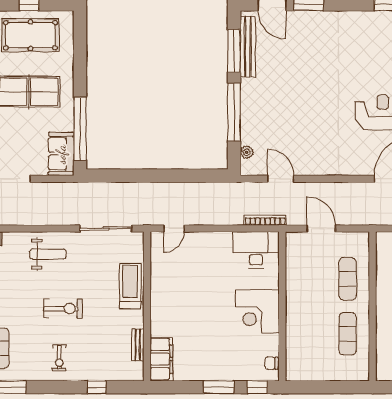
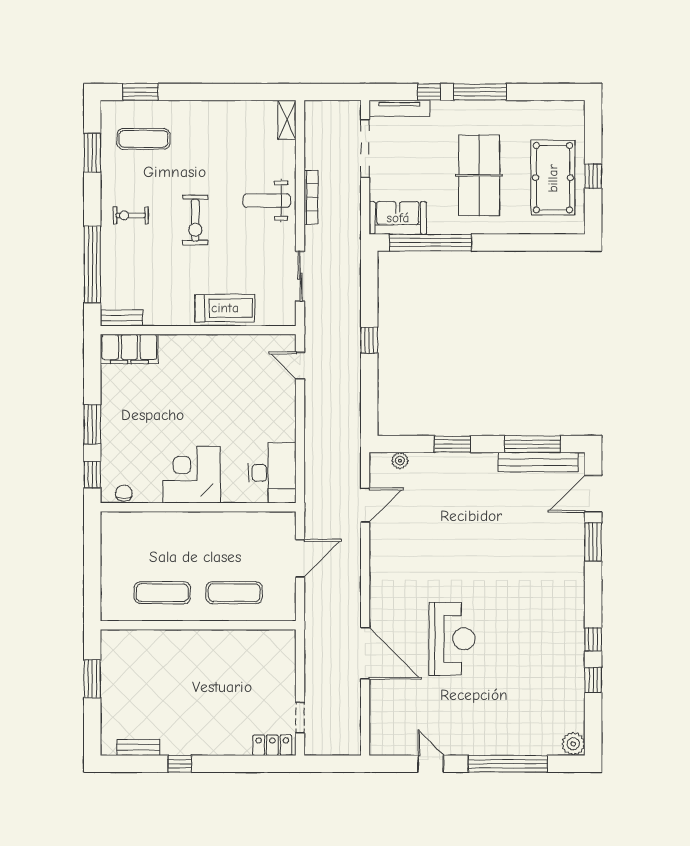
window: (234, 112) -> (452, 444), width x0.47
window: (155, 176) -> (369, 340), added
bookcase: (265, 220) -> (311, 197), moved
sliding door: (106, 229) -> (300, 276), width x0.73
weight bench: (48, 254) -> (267, 201), turned 90
bench: (138, 345) -> (121, 318), moved
window: (97, 387) -> (92, 264), width x3.17

